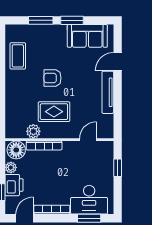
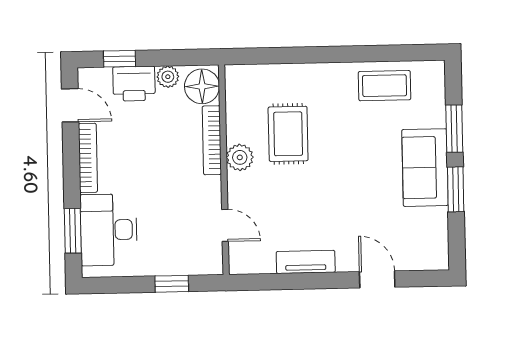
sofa: (87, 36) -> (425, 168), moved
armchair: (53, 78) -> (343, 154), removed
tv unit: (108, 92) -> (306, 262), width x0.71
rug: (54, 112) -> (288, 134), moved
plant: (33, 131) -> (240, 157), moved

